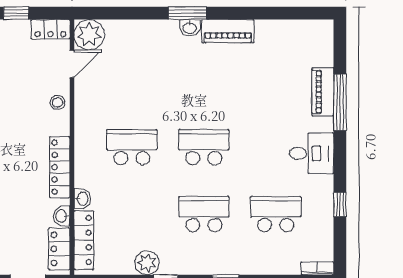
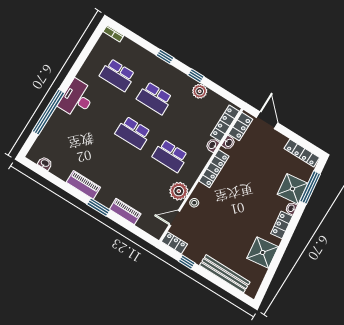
washbasin: (190, 28) -> (45, 163), moved
plant: (89, 35) -> (179, 191), moved
piano: (323, 92) -> (125, 211), moved, turned -90
window: (340, 102) -> (48, 112), width x1.46
desk: (312, 153) -> (77, 99), width x1.37
window: (340, 204) -> (81, 59), removed

